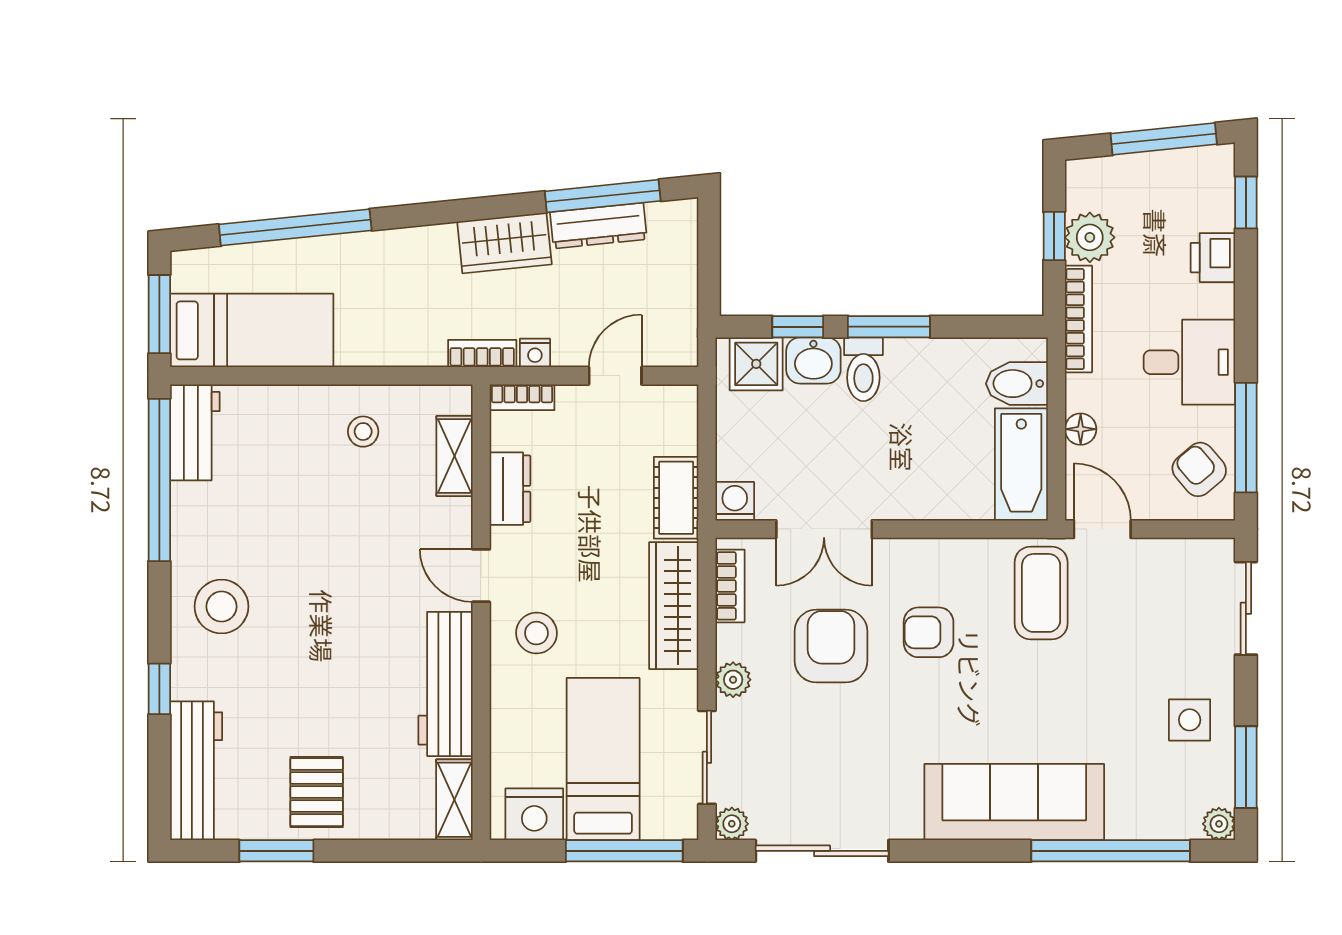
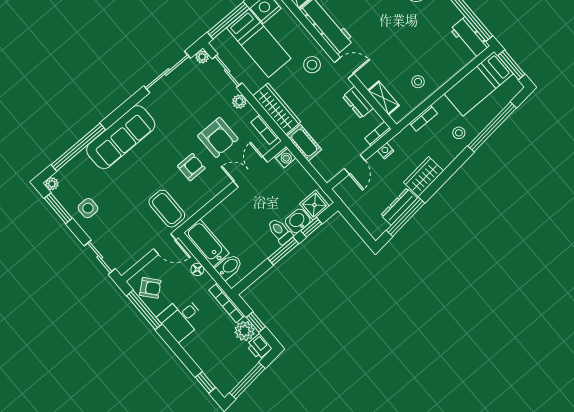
printer: (1213, 258) -> (259, 347), moved, turned 180
stool: (368, 269) -> (459, 133), added
bookcase: (482, 354) -> (423, 118), moved

